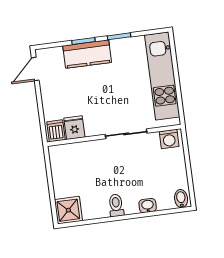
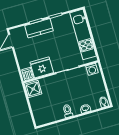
fridge: (74, 128) -> (42, 67), width x1.88, depth x1.34
shower: (68, 210) -> (33, 89), moved

